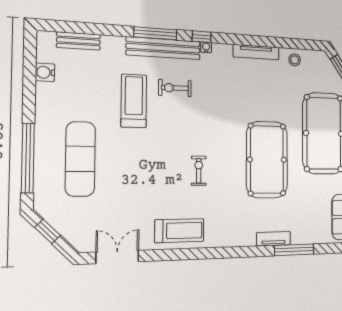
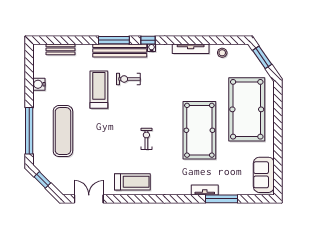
water cooler: (45, 72) -> (39, 84), moved

